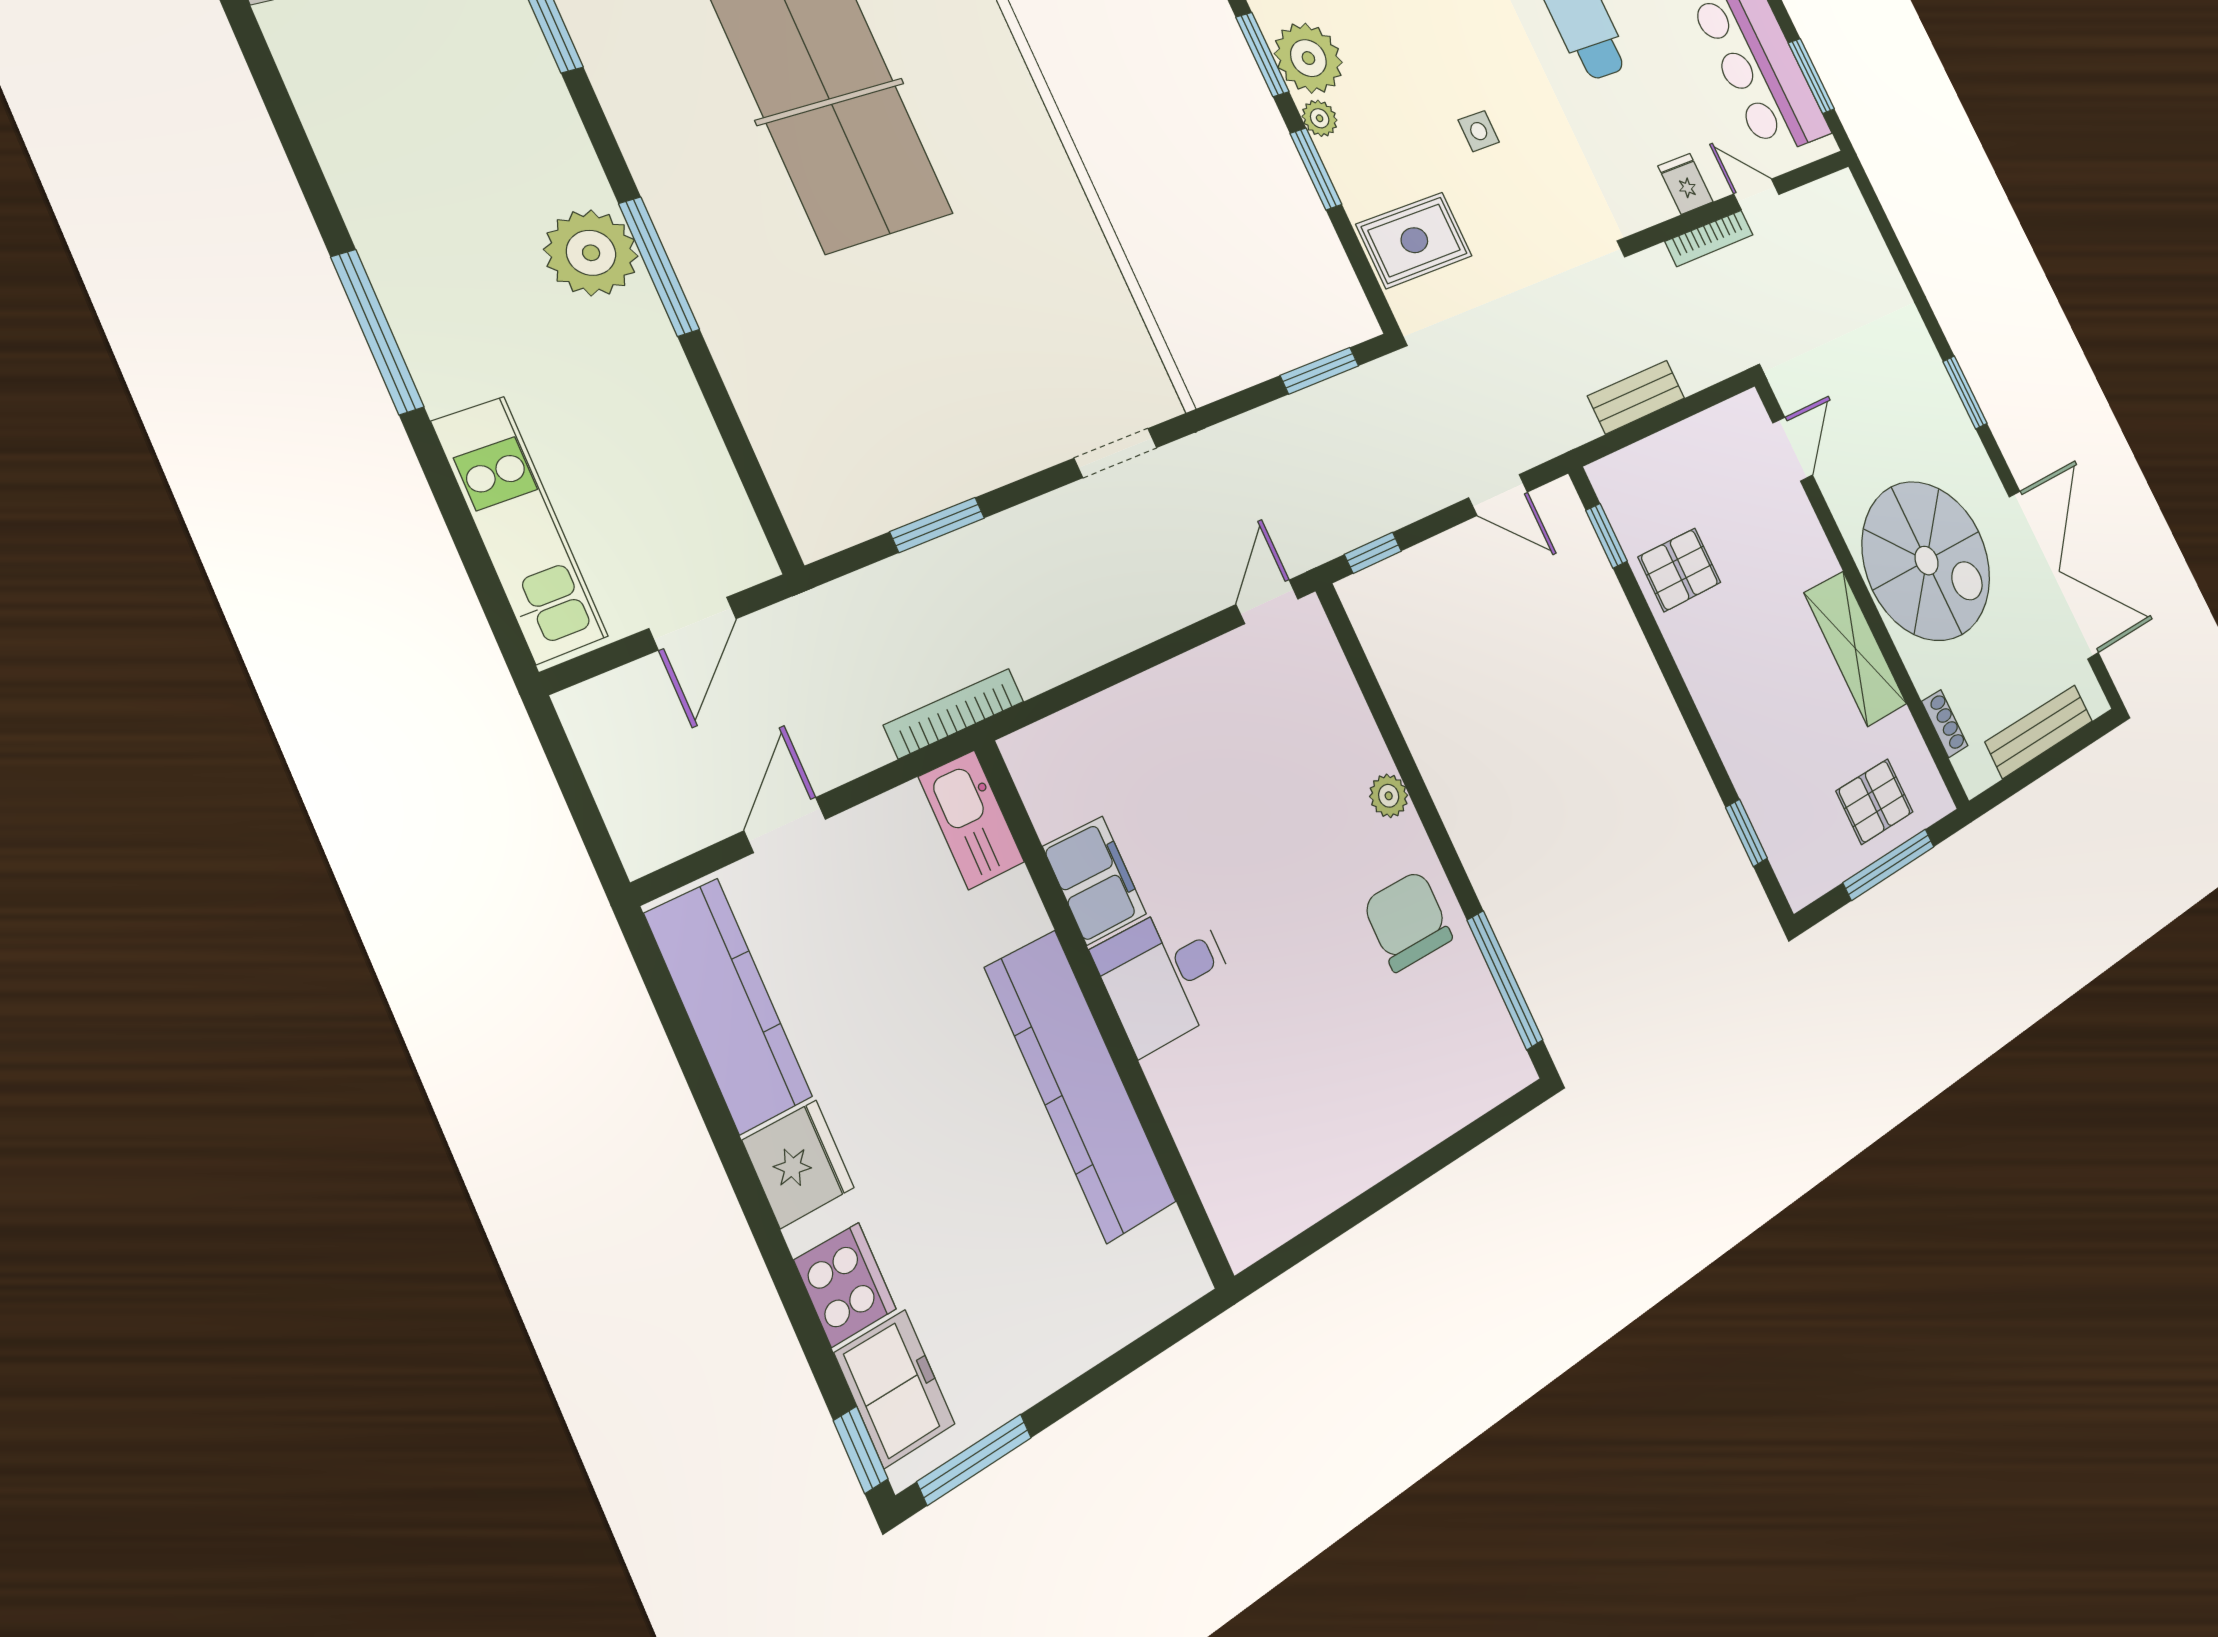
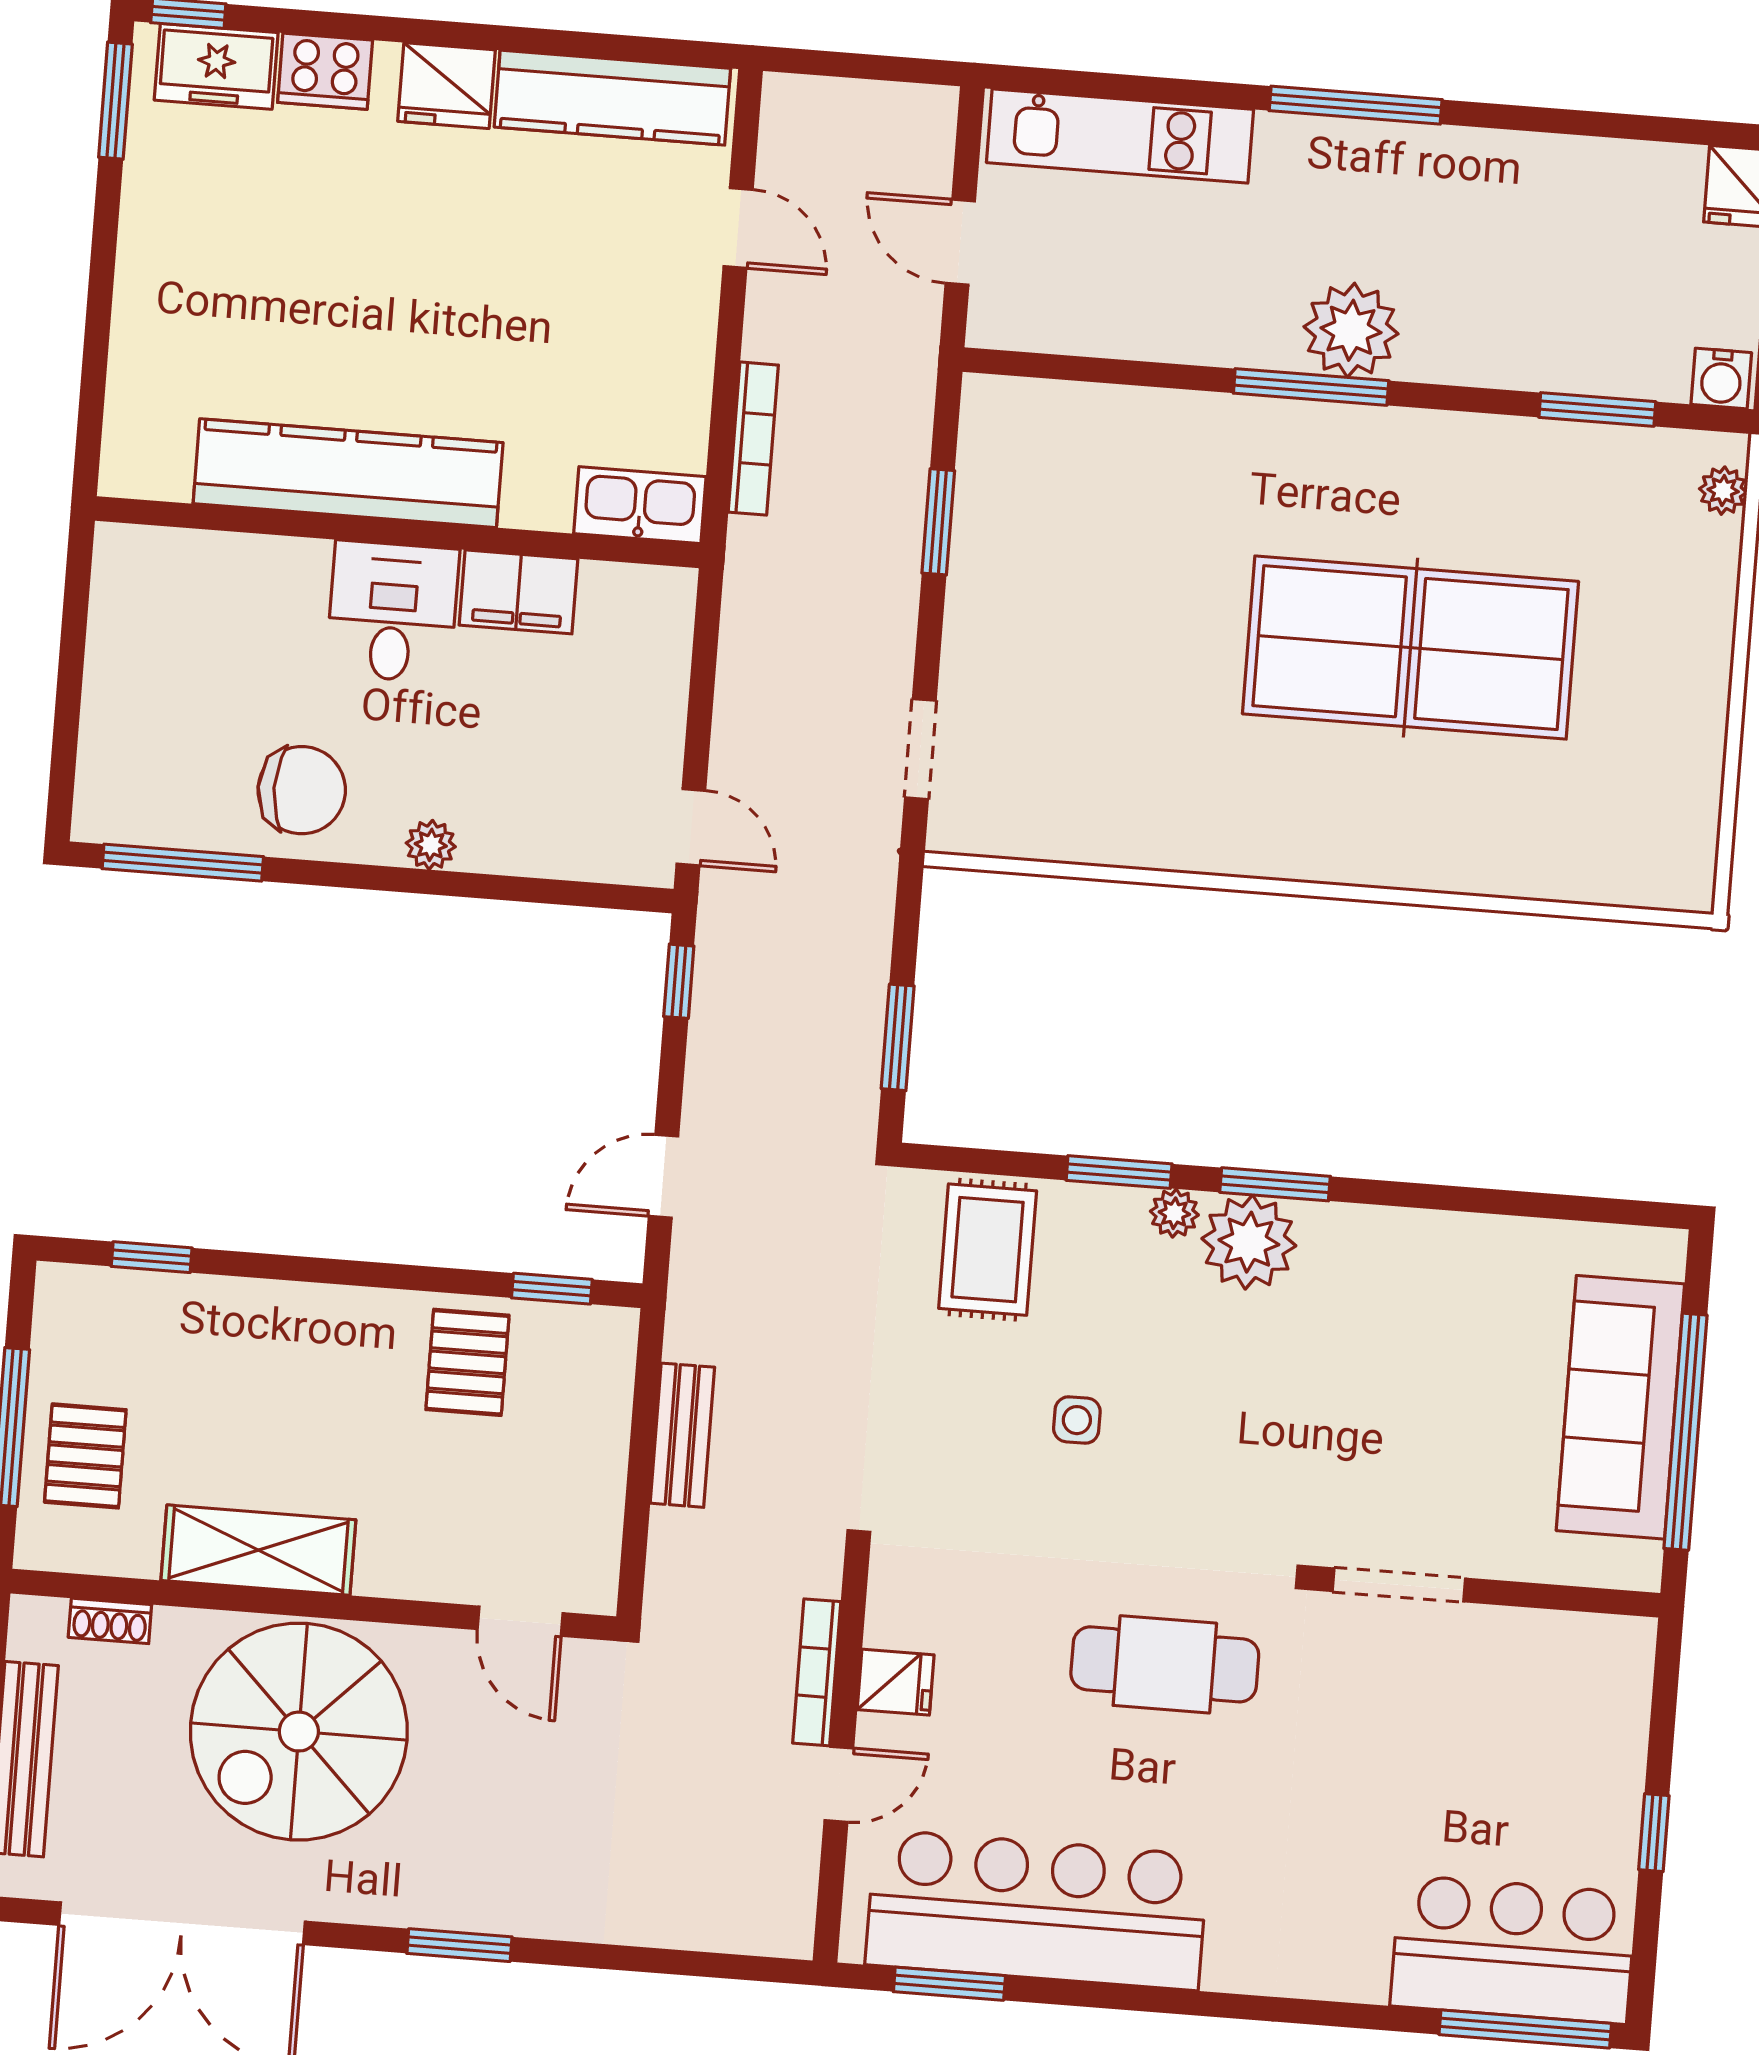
kitchen sink: (971, 819) -> (640, 505), moved
filing cabinet: (1095, 880) -> (518, 592), moved
desk: (1166, 976) -> (393, 612), moved
wall: (1104, 1011) -> (398, 532), moved
kitchen counter: (1080, 1085) -> (348, 473), moved

